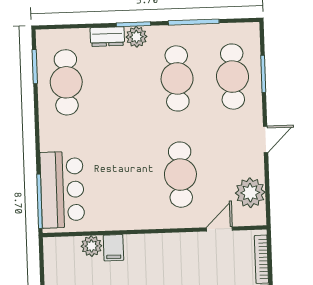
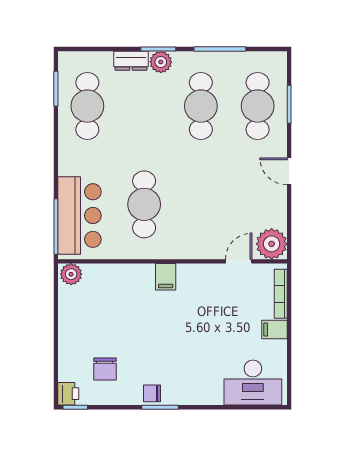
door: (266, 139) -> (289, 171), swing flipped
cafe table: (180, 175) -> (144, 204), moved
plant: (250, 193) -> (272, 244), moved
plant: (91, 246) -> (71, 274), moved
filing cabinet: (113, 248) -> (166, 277), moved

